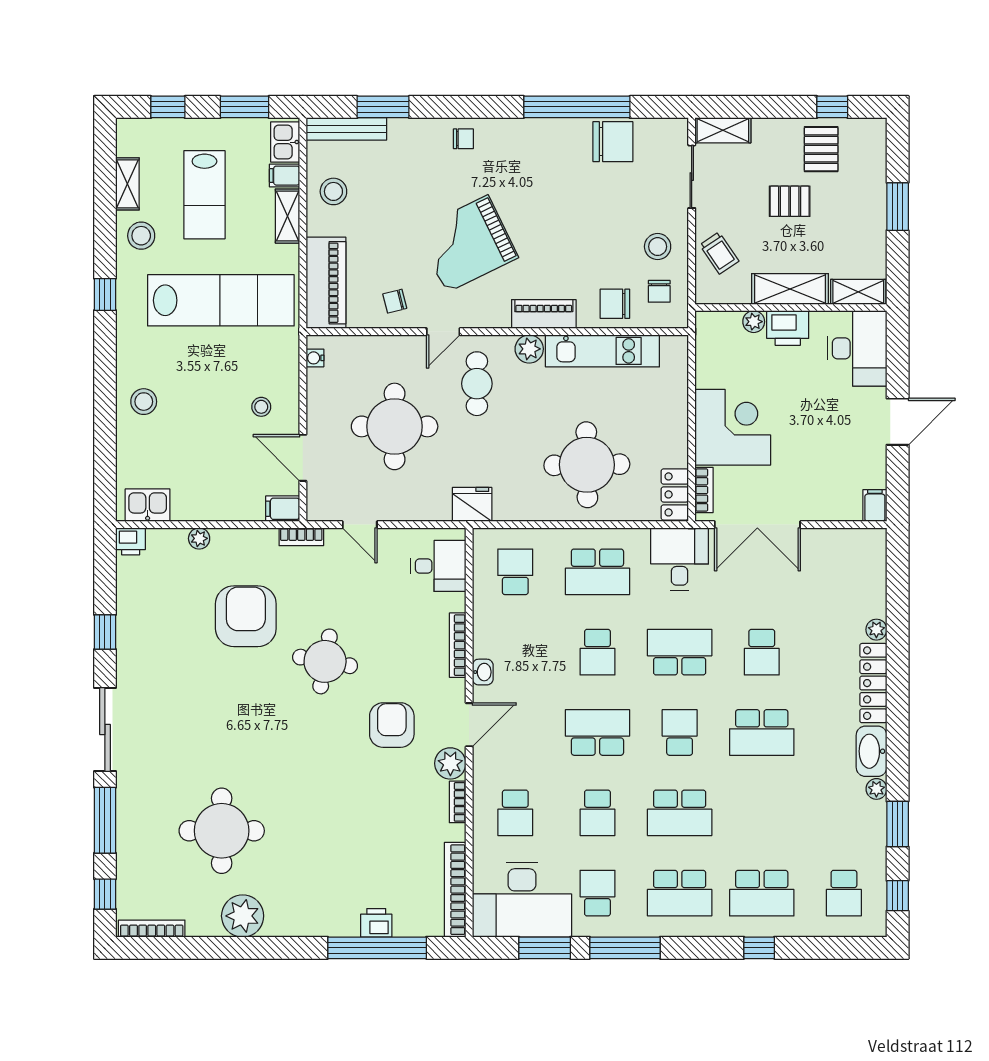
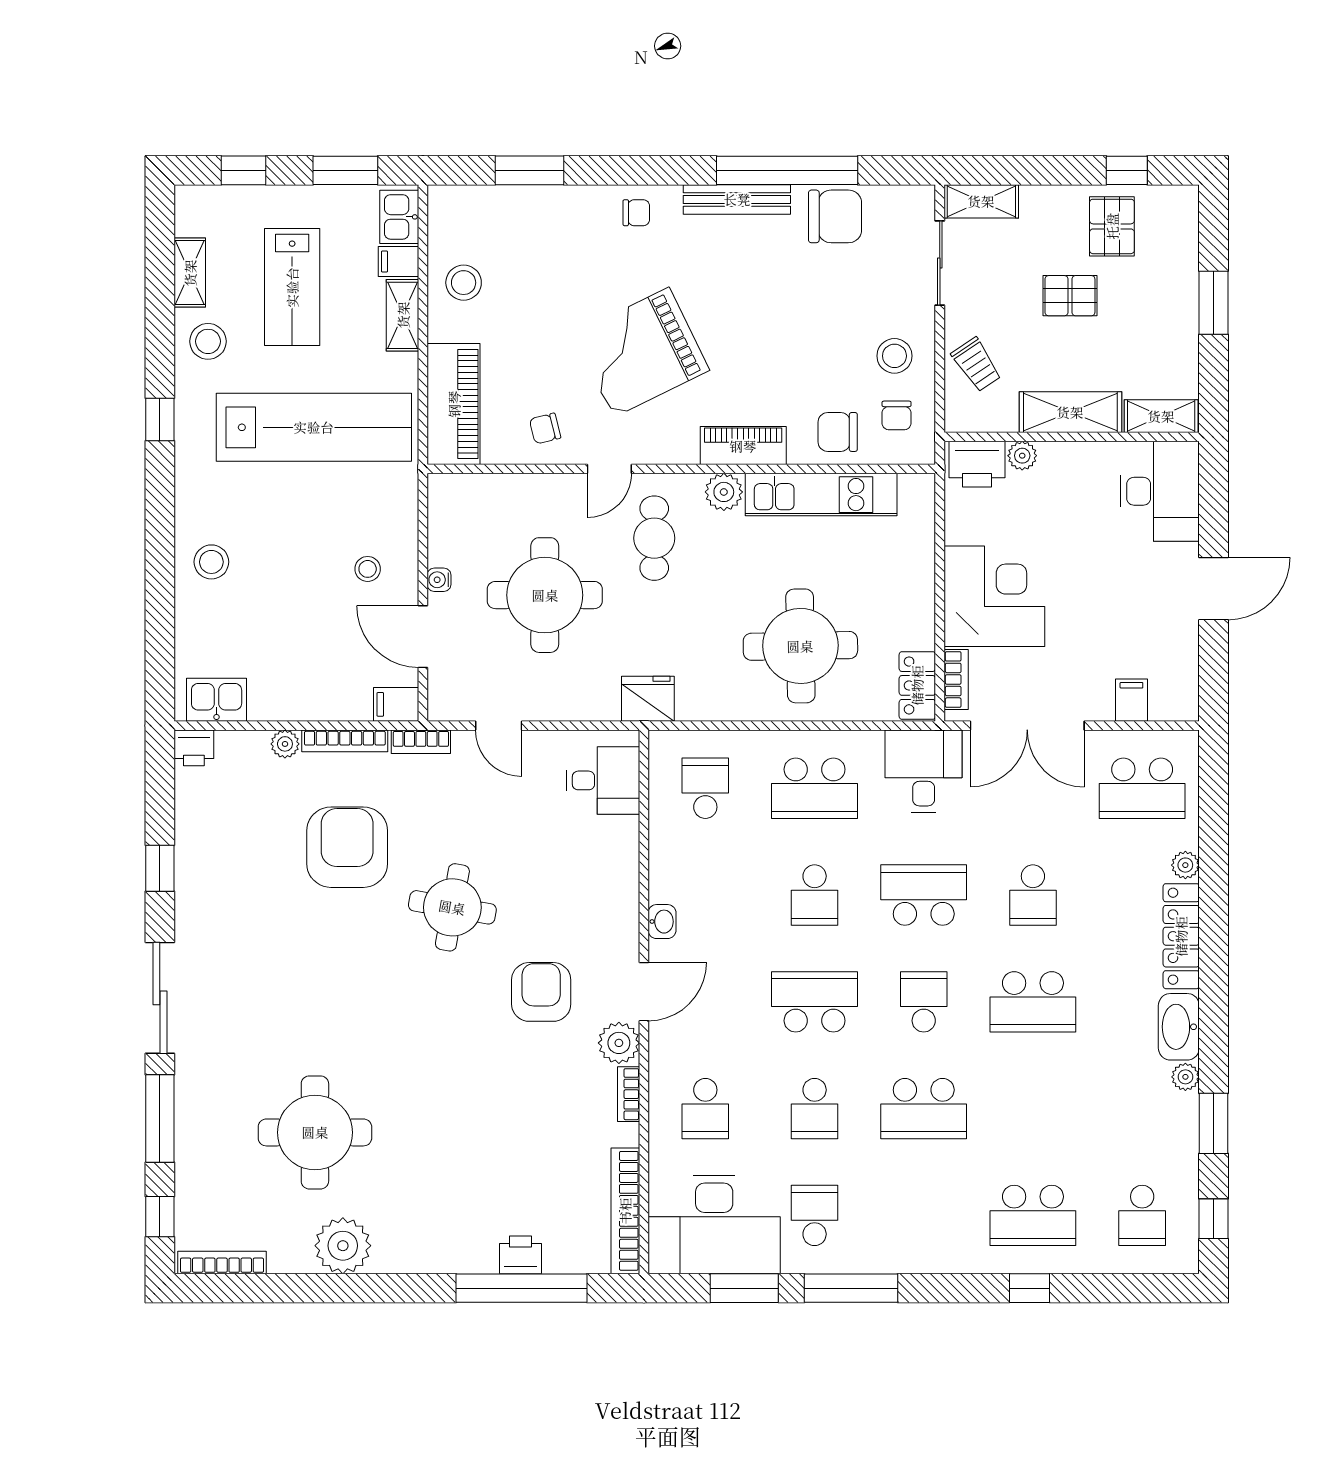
bench: (346, 129) -> (737, 199), moved
printer: (788, 328) -> (977, 464), moved
water cooler: (315, 358) -> (439, 580), moved
filing cabinet: (875, 505) -> (1131, 700), moved
bookcase: (458, 645) -> (345, 741), moved, turned -90
school desk: (680, 893) -> (1142, 788), moved

